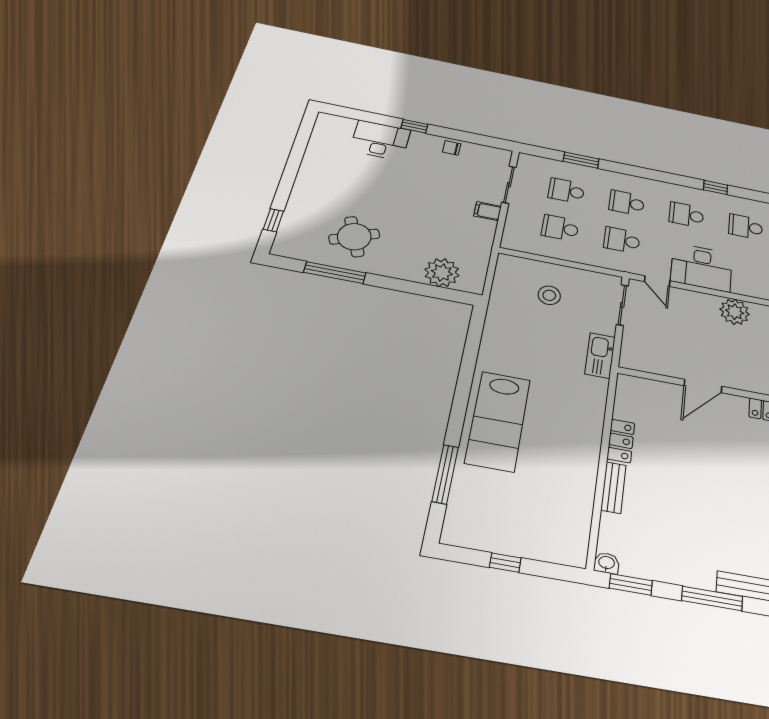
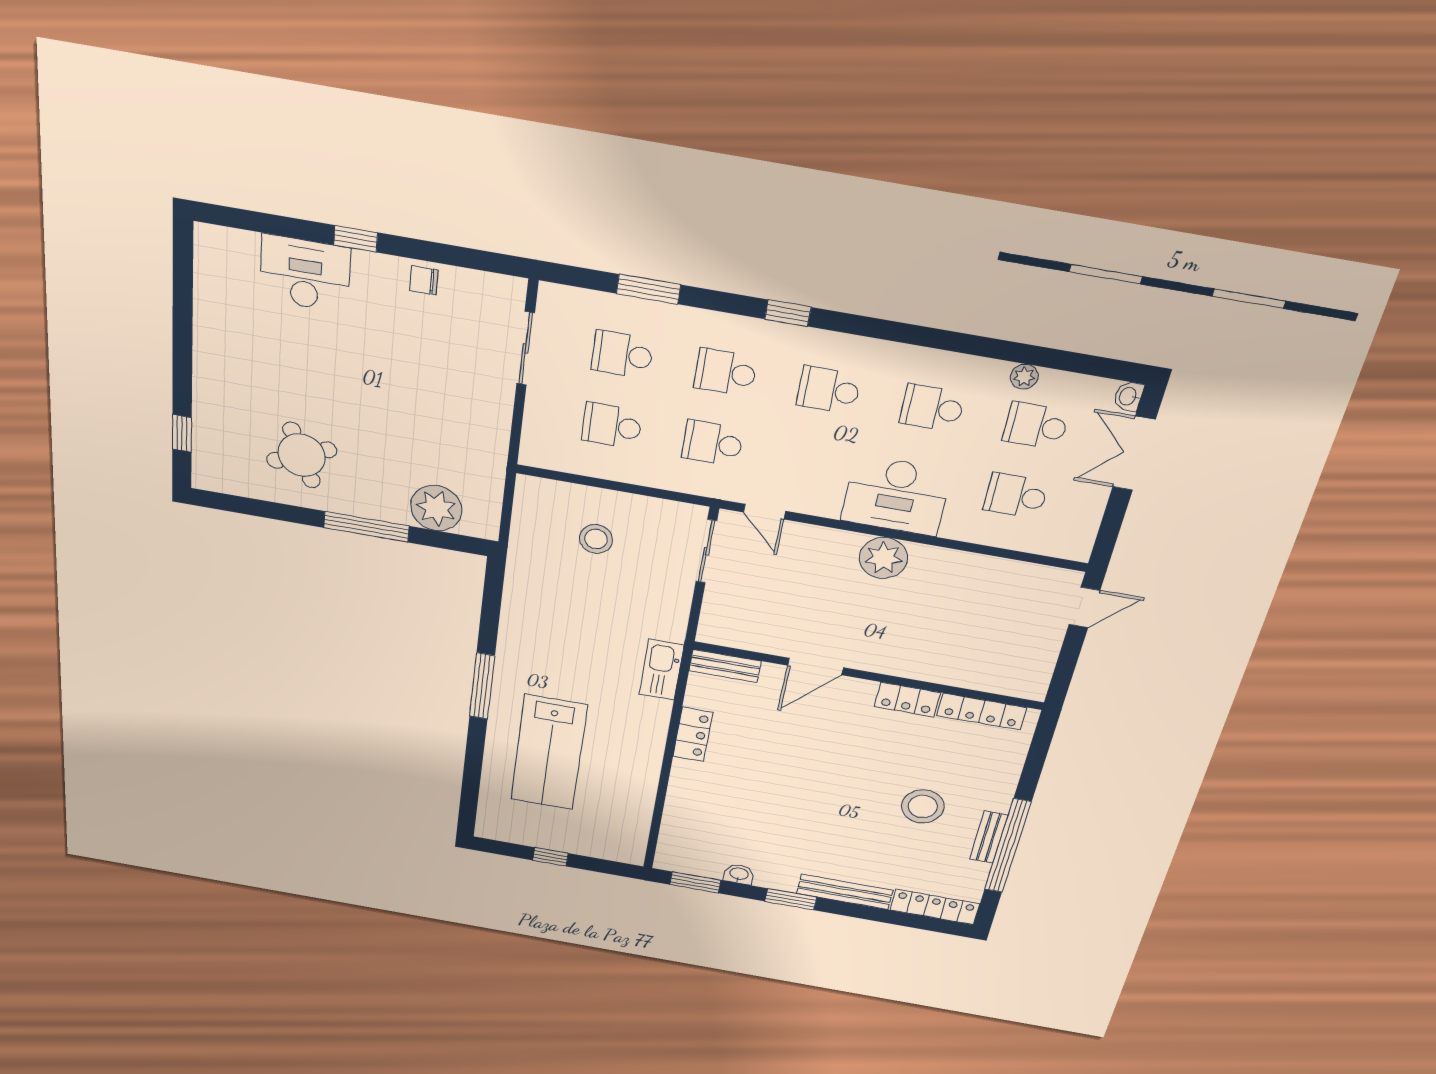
window: (715, 187) -> (788, 313), moved
filing cabinet: (488, 211) -> (494, 401), removed
desk: (702, 267) -> (896, 495), moved
window: (335, 273) -> (366, 527), moved
kitchen sink: (600, 355) -> (662, 670), moved
lab bench: (498, 421) -> (549, 753), moved
window: (445, 474) -> (482, 686), moved
bench: (613, 488) -> (725, 666), moved, turned 90
washbasin: (606, 563) -> (739, 874), moved
window: (712, 598) -> (791, 899), width x0.69

